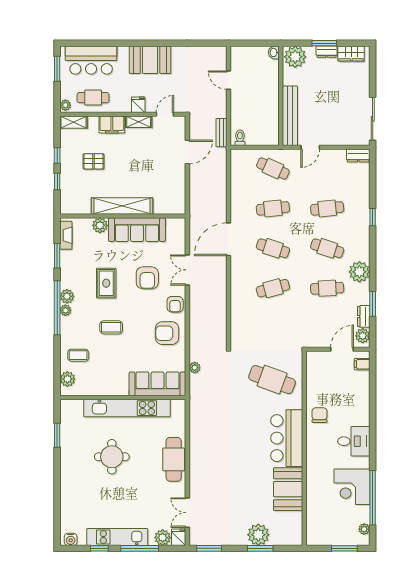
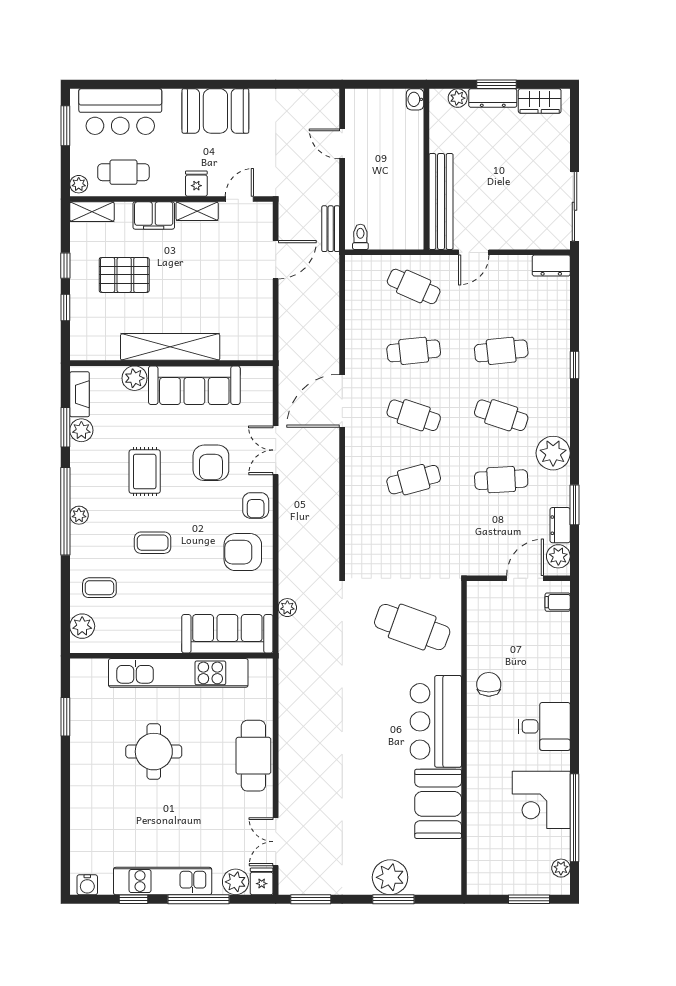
dresser: (326, 52) -> (493, 98), width x1.44
plant: (295, 57) -> (458, 98), width x0.53, depth x0.53
pallet: (93, 161) -> (124, 275), width x1.50, depth x1.42
plant: (67, 296) -> (81, 430), moved

